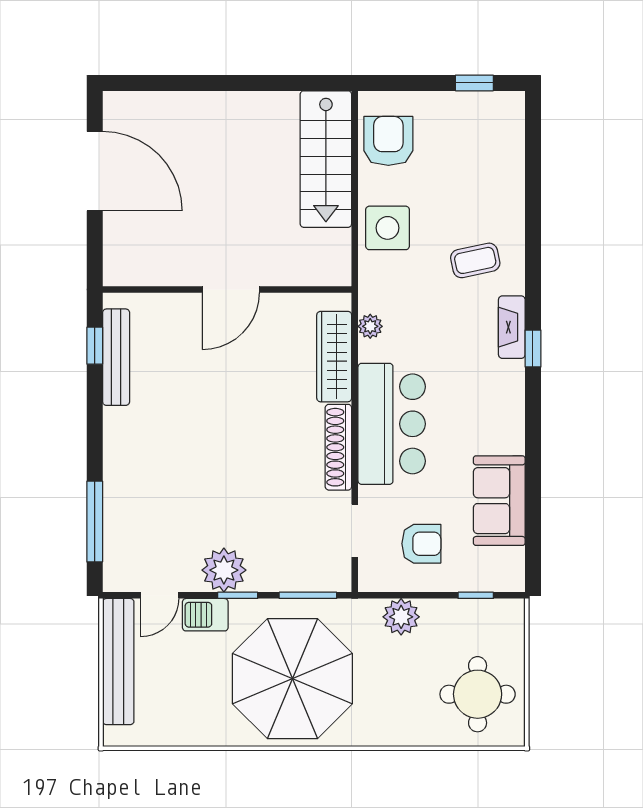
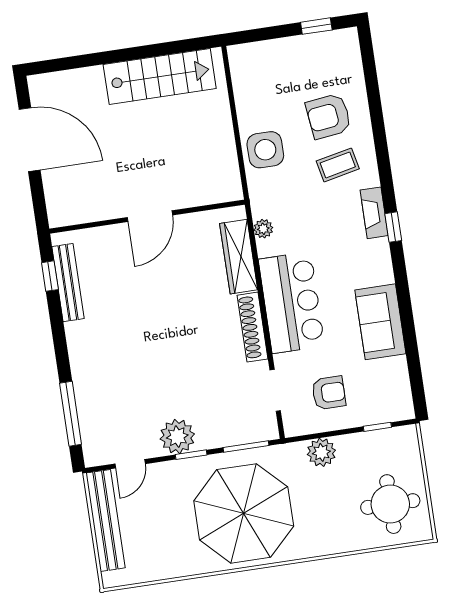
armchair: (388, 141) -> (328, 116), moved, turned -97
stairs: (326, 159) -> (160, 76), moved, turned -90
sofa: (499, 501) -> (380, 322), moved
barbecue: (205, 615) -> (168, 474), removed

